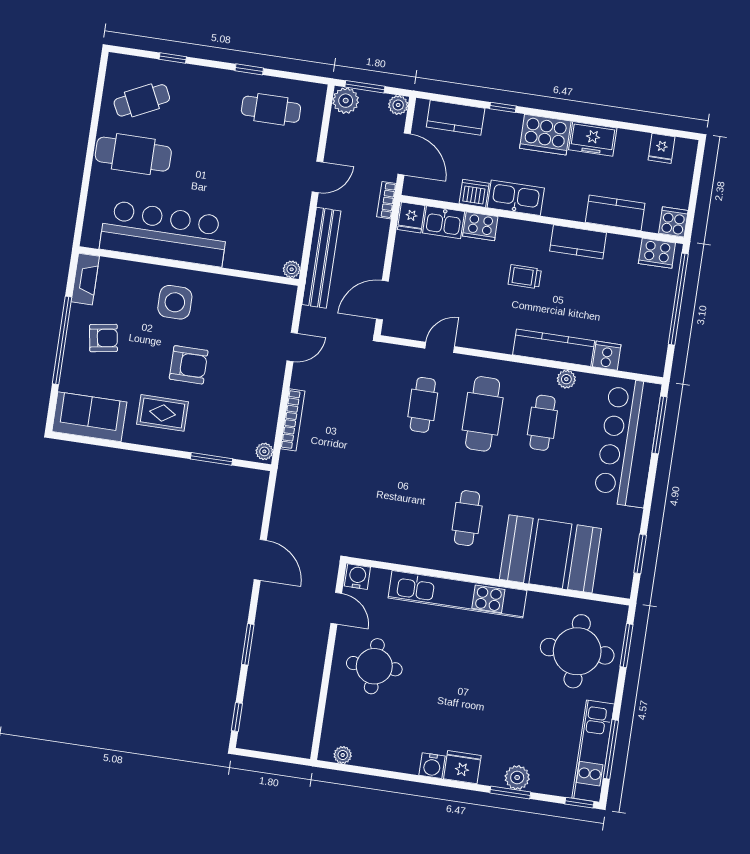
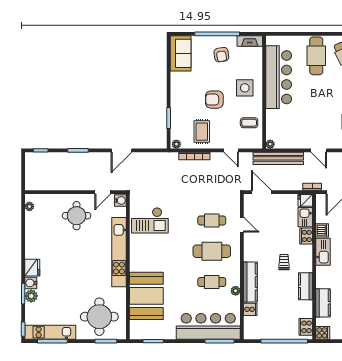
coffee table: (244, 304) -> (249, 123), added
armchair: (189, 365) -> (214, 100), turned 90
rug: (163, 413) -> (202, 132), moved
cafe table: (467, 518) -> (158, 251), removed
checkout: (405, 525) -> (150, 220), added
water cooler: (432, 766) -> (31, 283), moved

